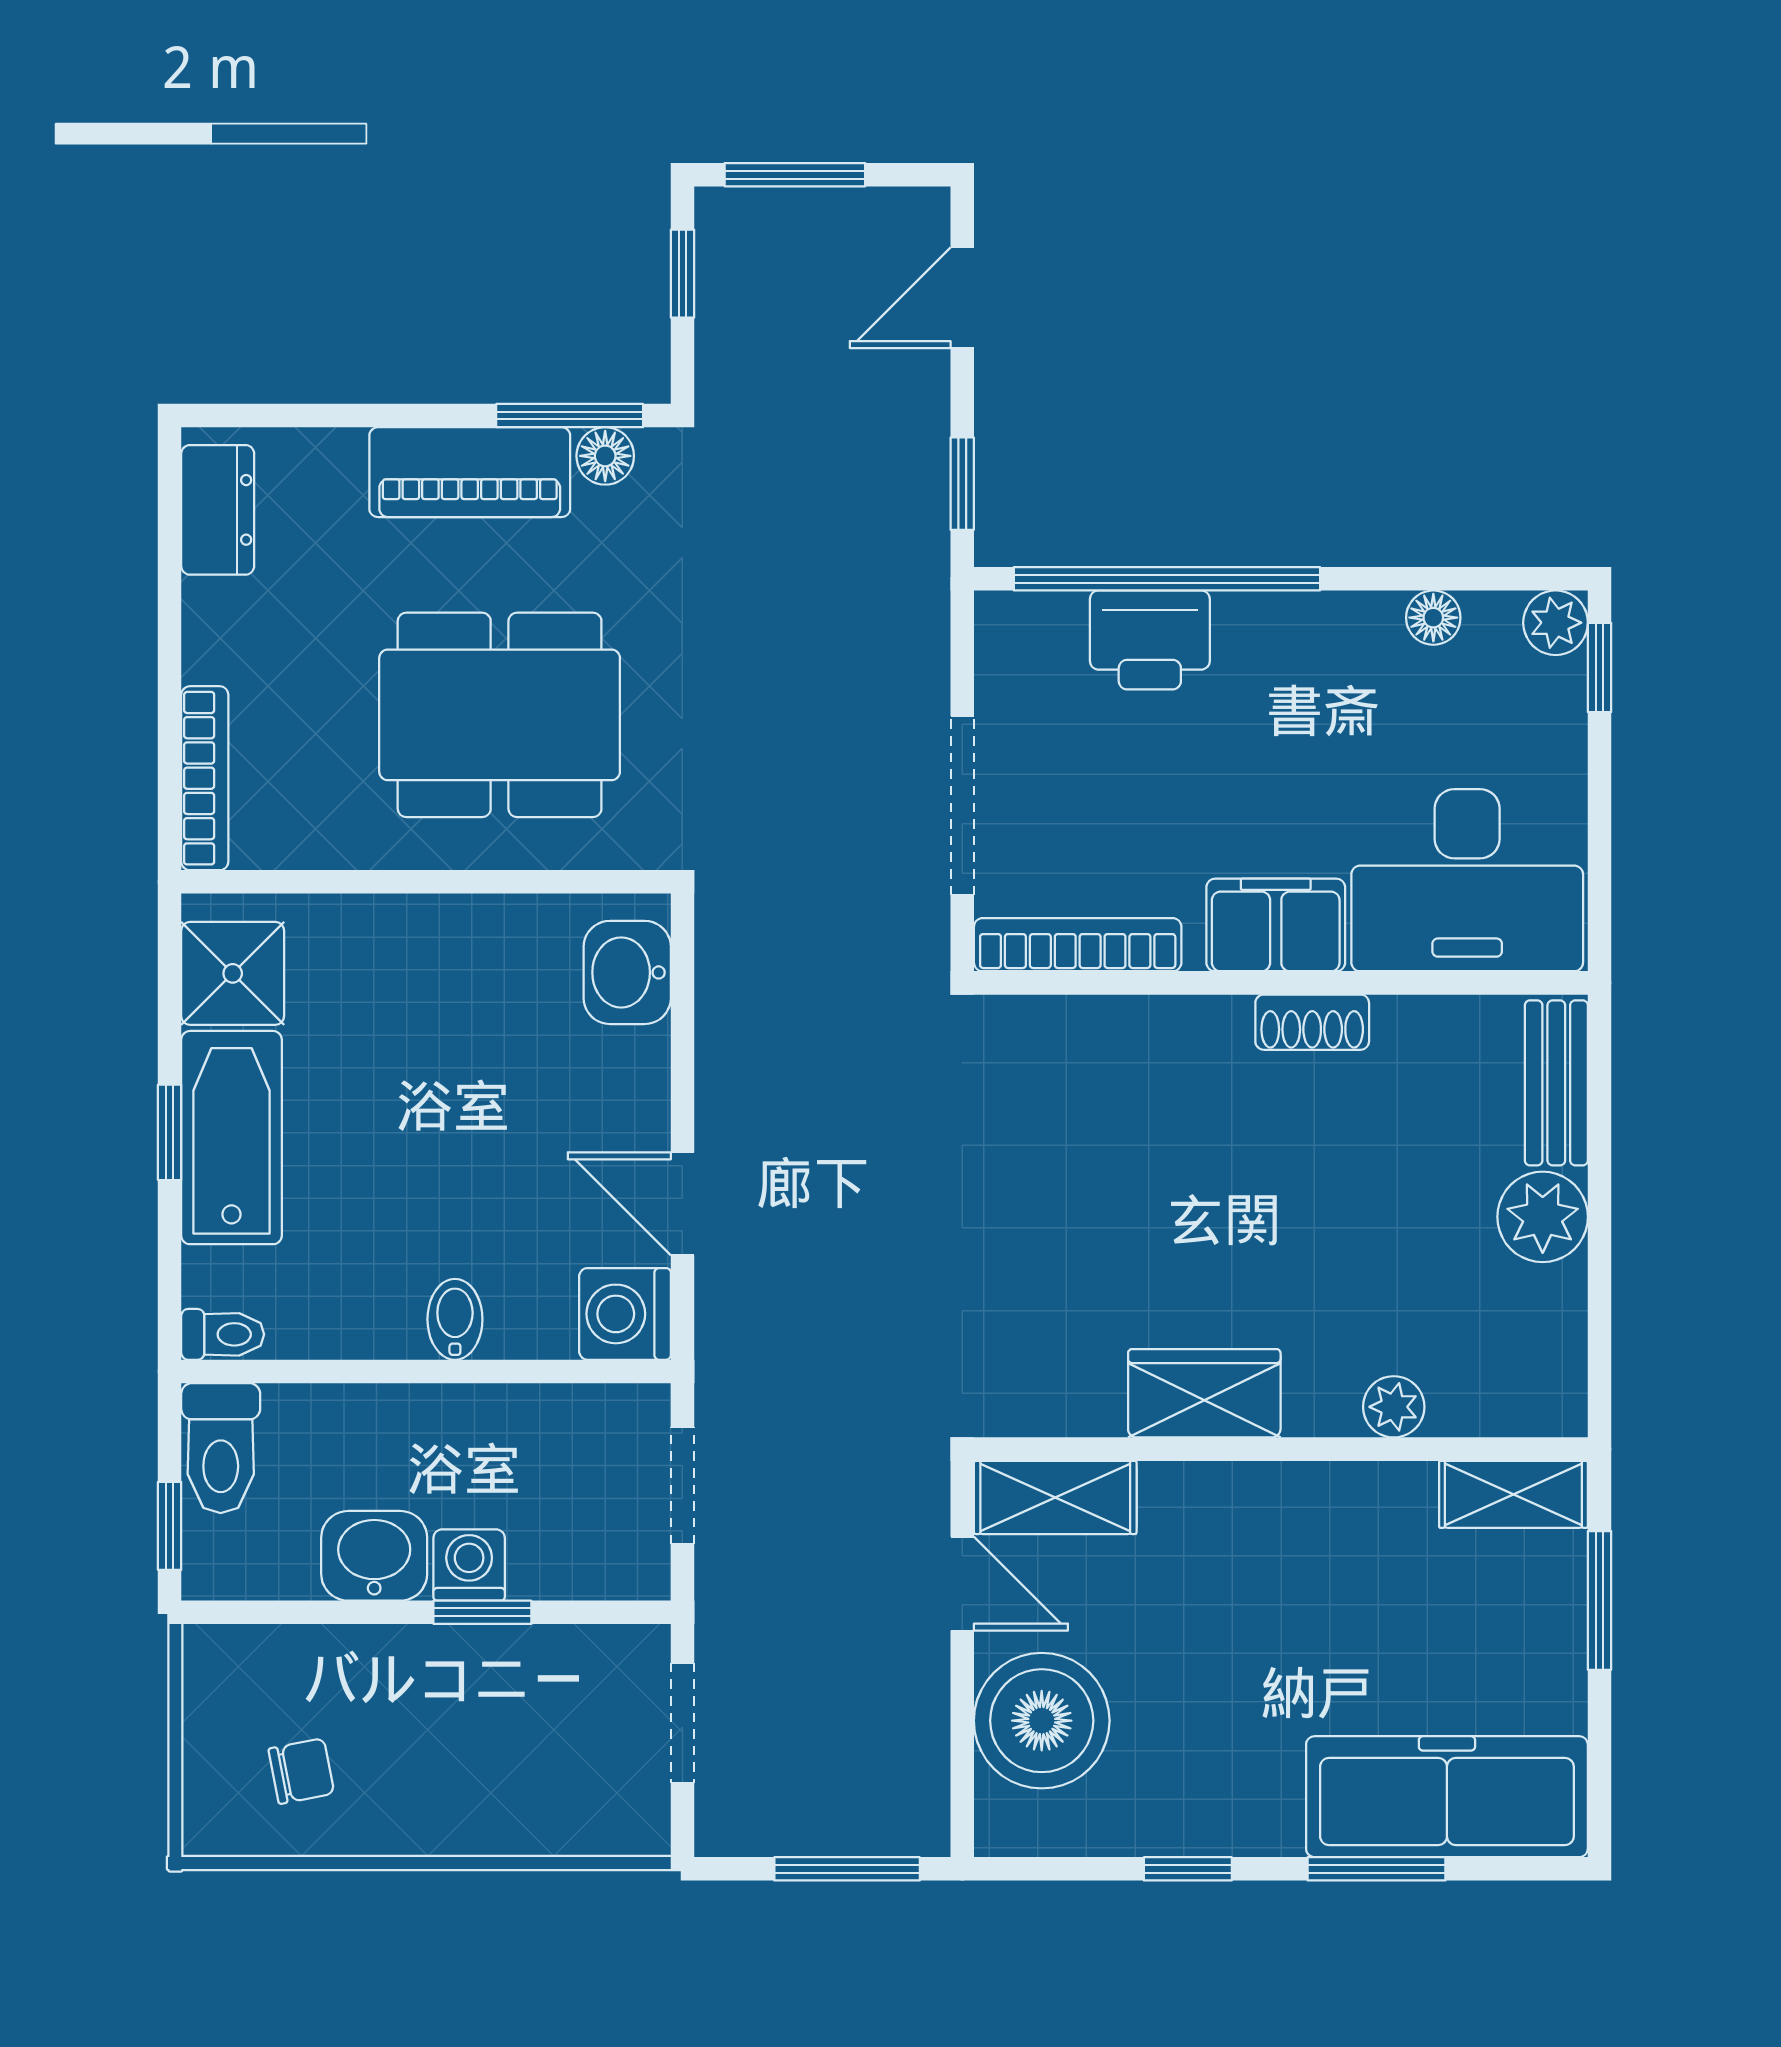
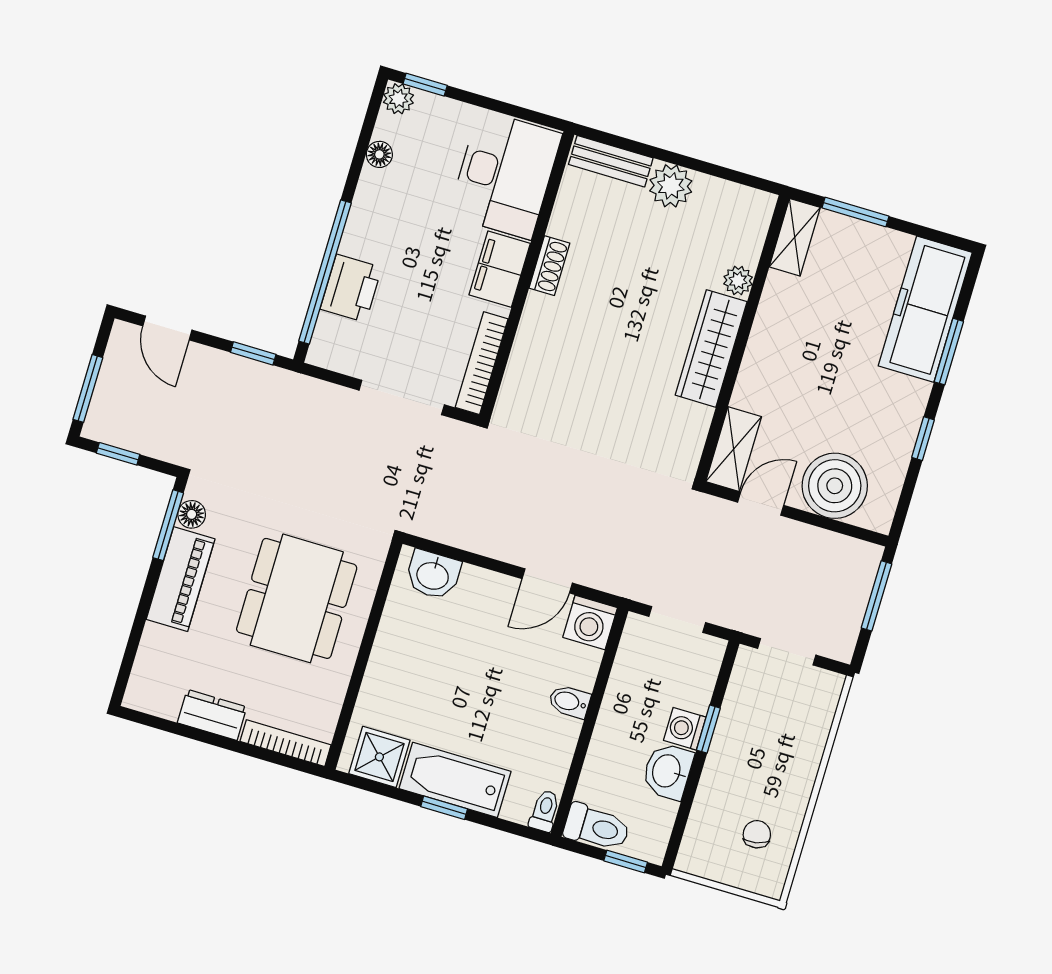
dresser: (218, 510) -> (212, 715), moved
wardrobe: (1204, 1393) -> (711, 348), width x1.50

